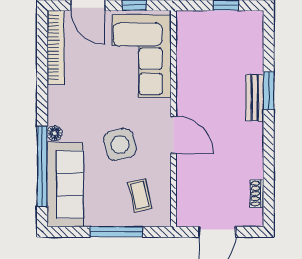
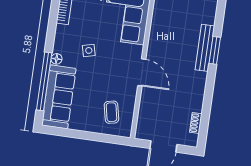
bench: (255, 98) -> (205, 48), width x1.36
side table: (120, 145) -> (89, 50), moved, width x0.54, depth x0.54
window: (116, 232) -> (91, 136), removed

